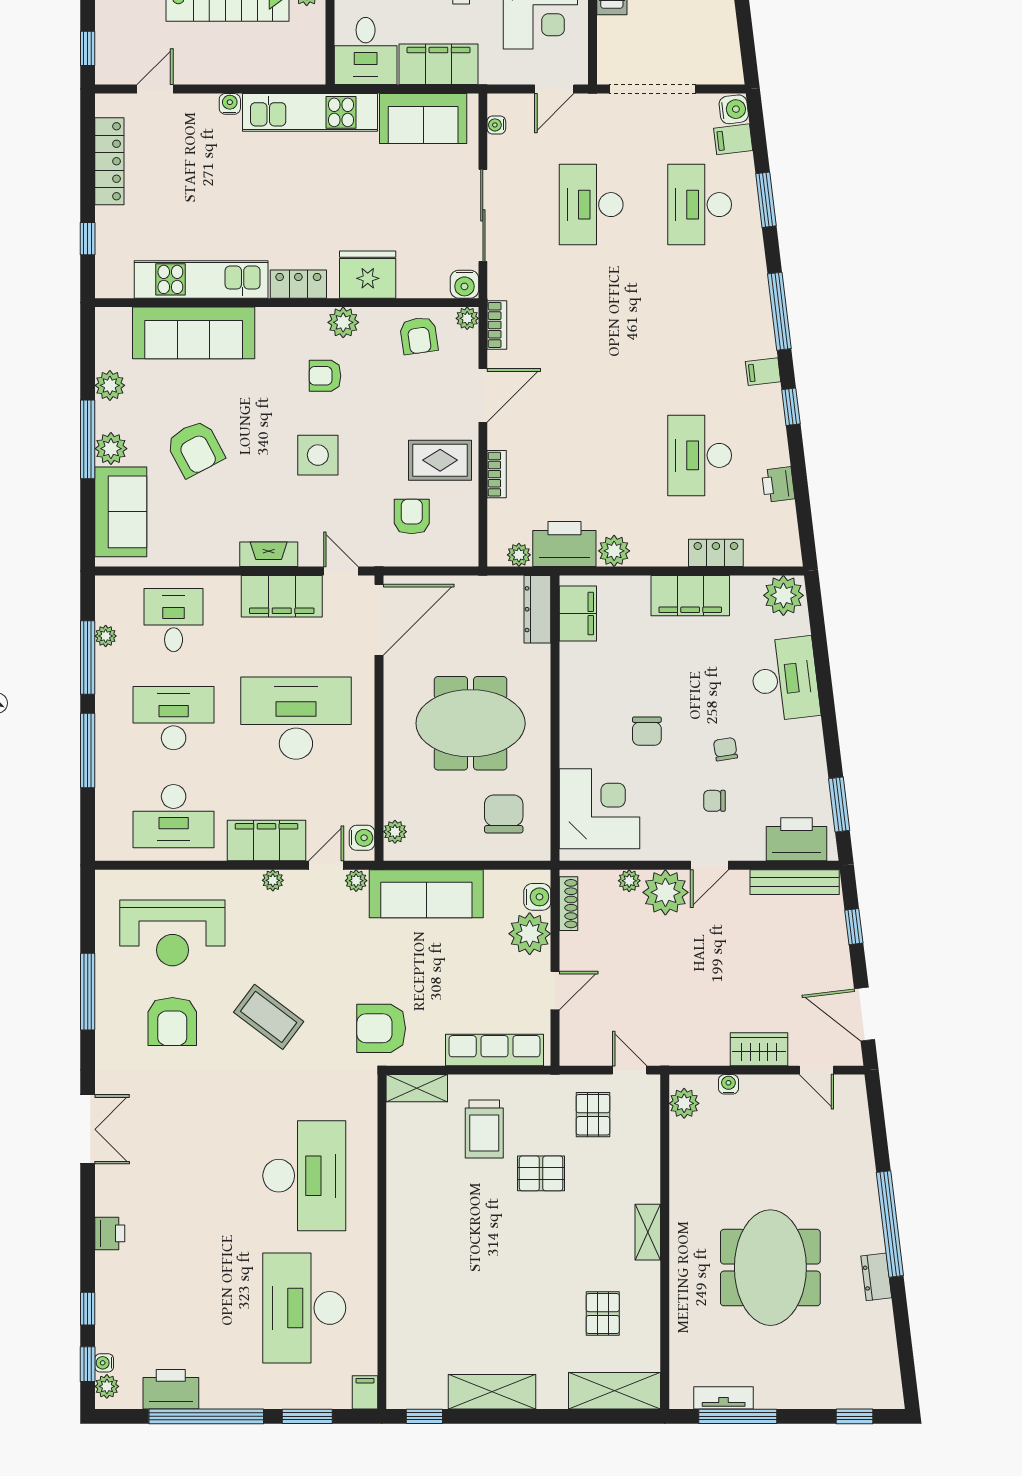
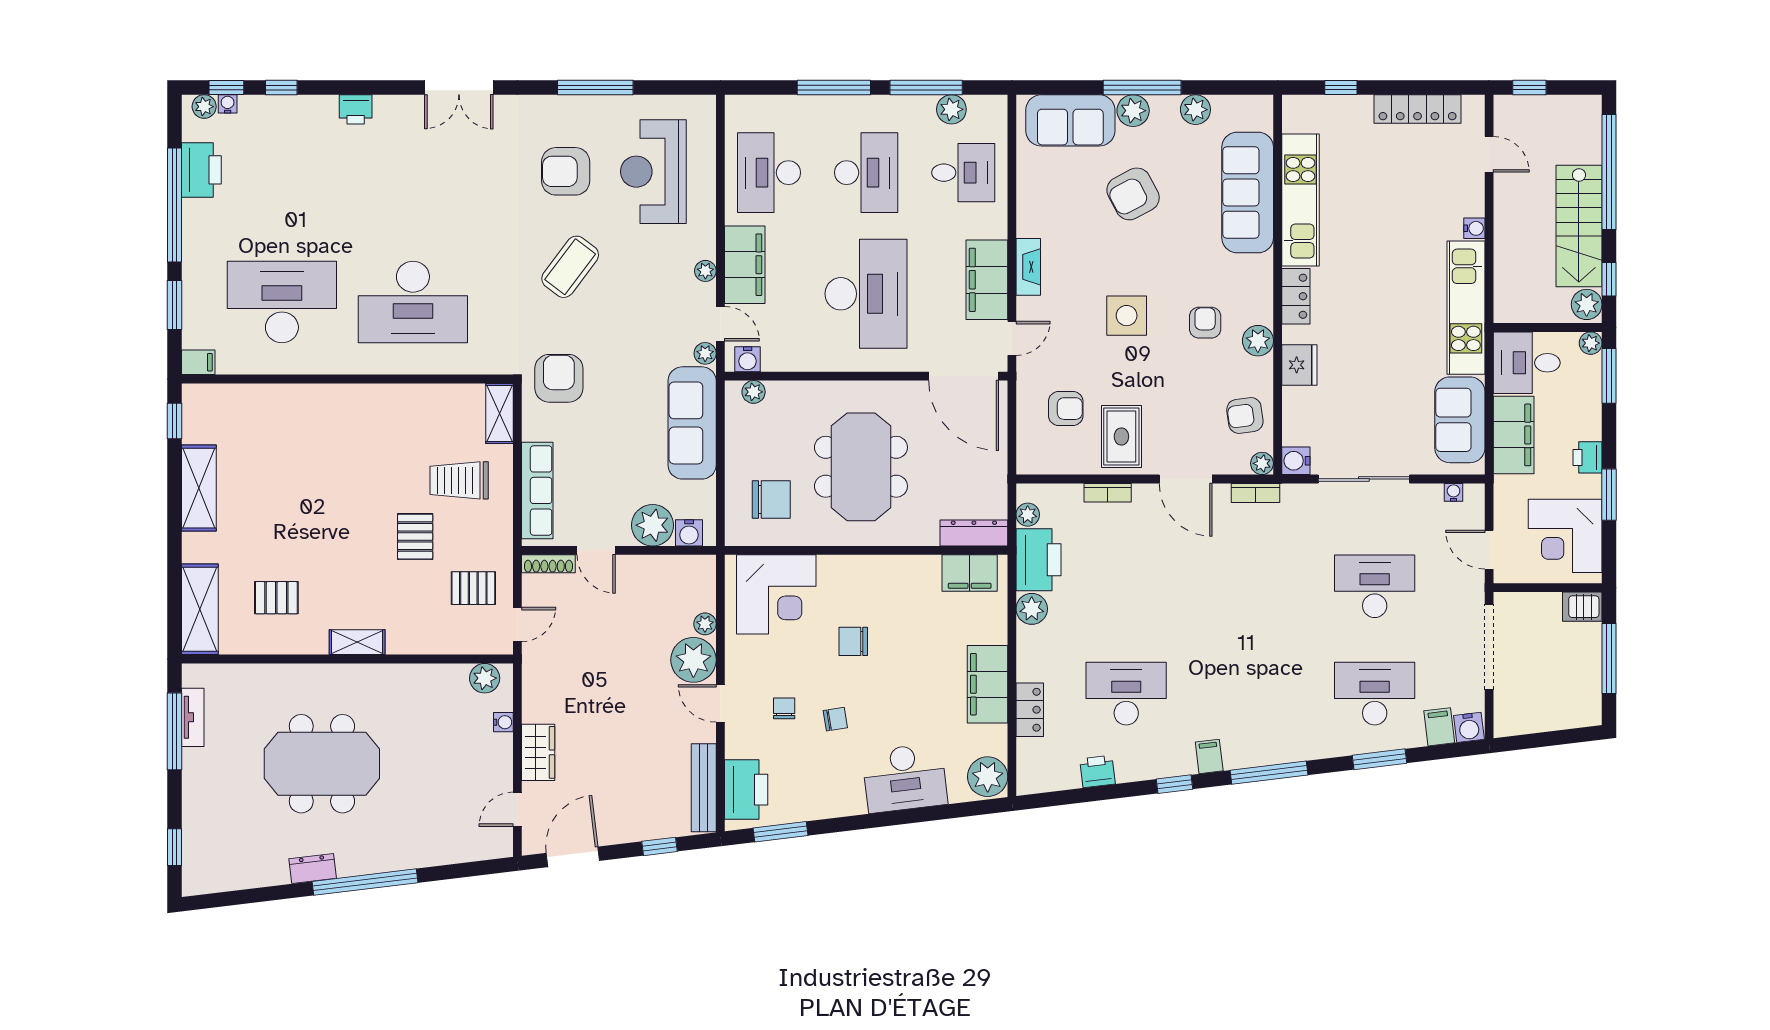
fridge: (368, 275) -> (1299, 365), width x0.73, depth x0.75
plant: (106, 636) -> (951, 109), width x1.38, depth x1.38
shoe rack: (569, 904) -> (548, 564), moved

